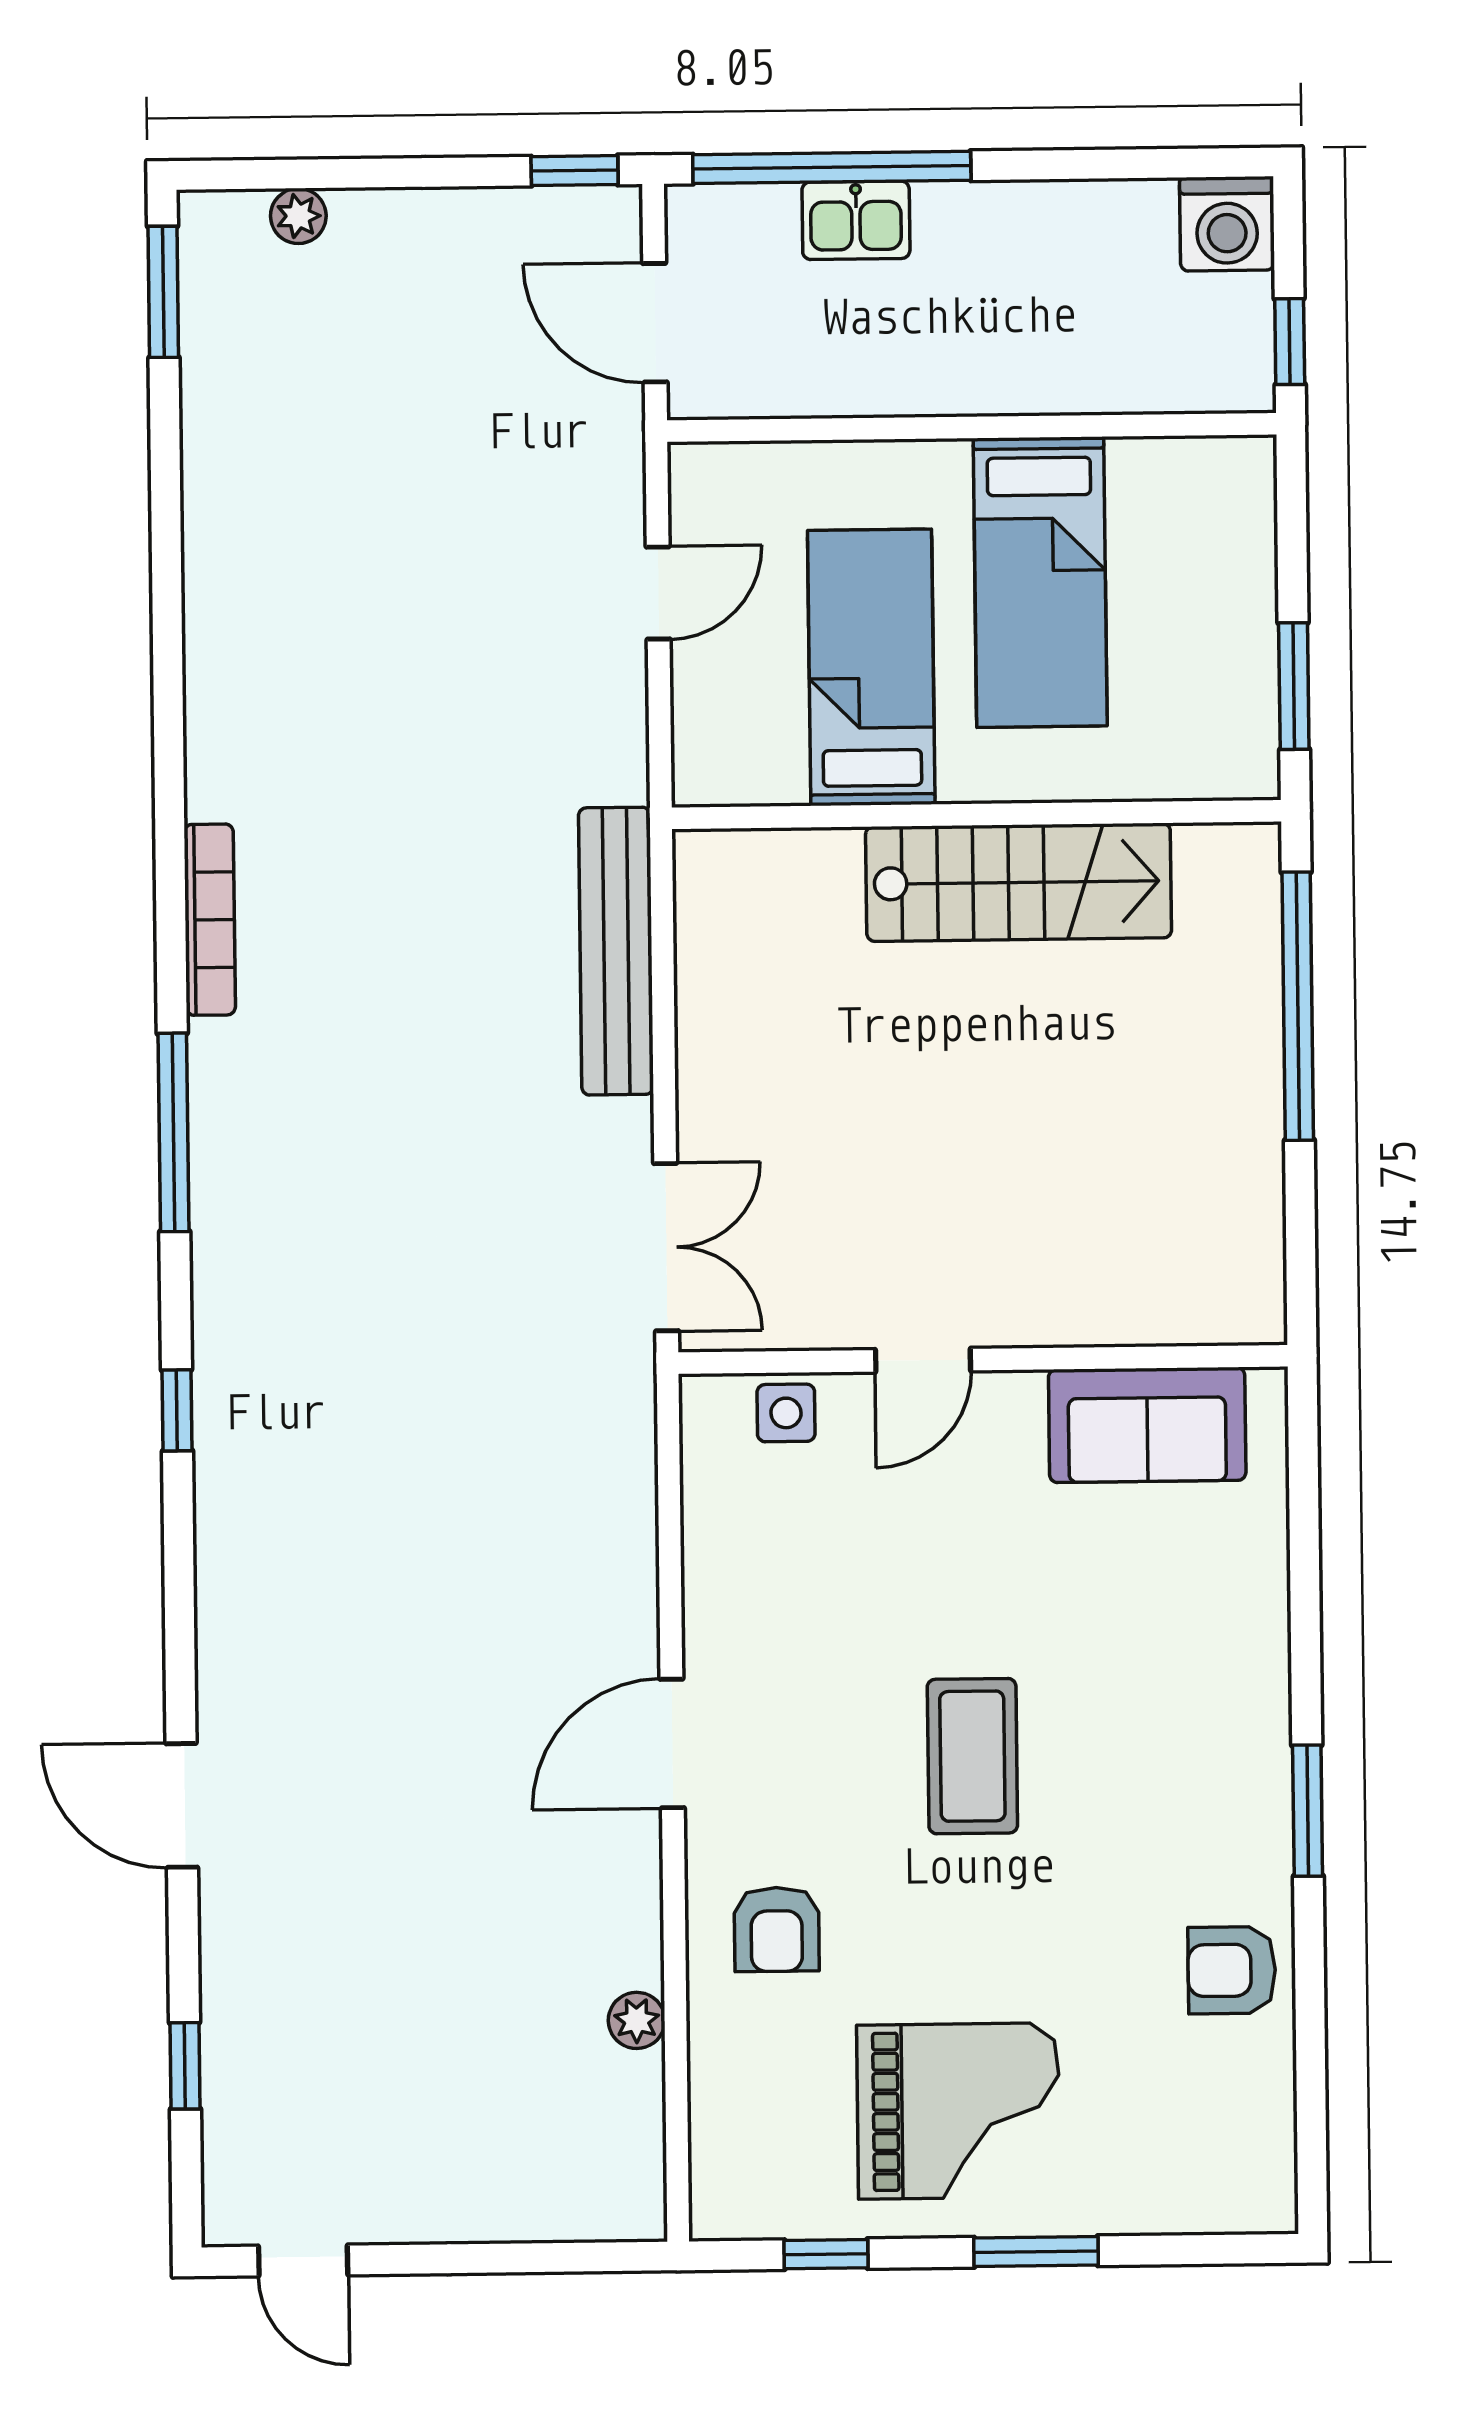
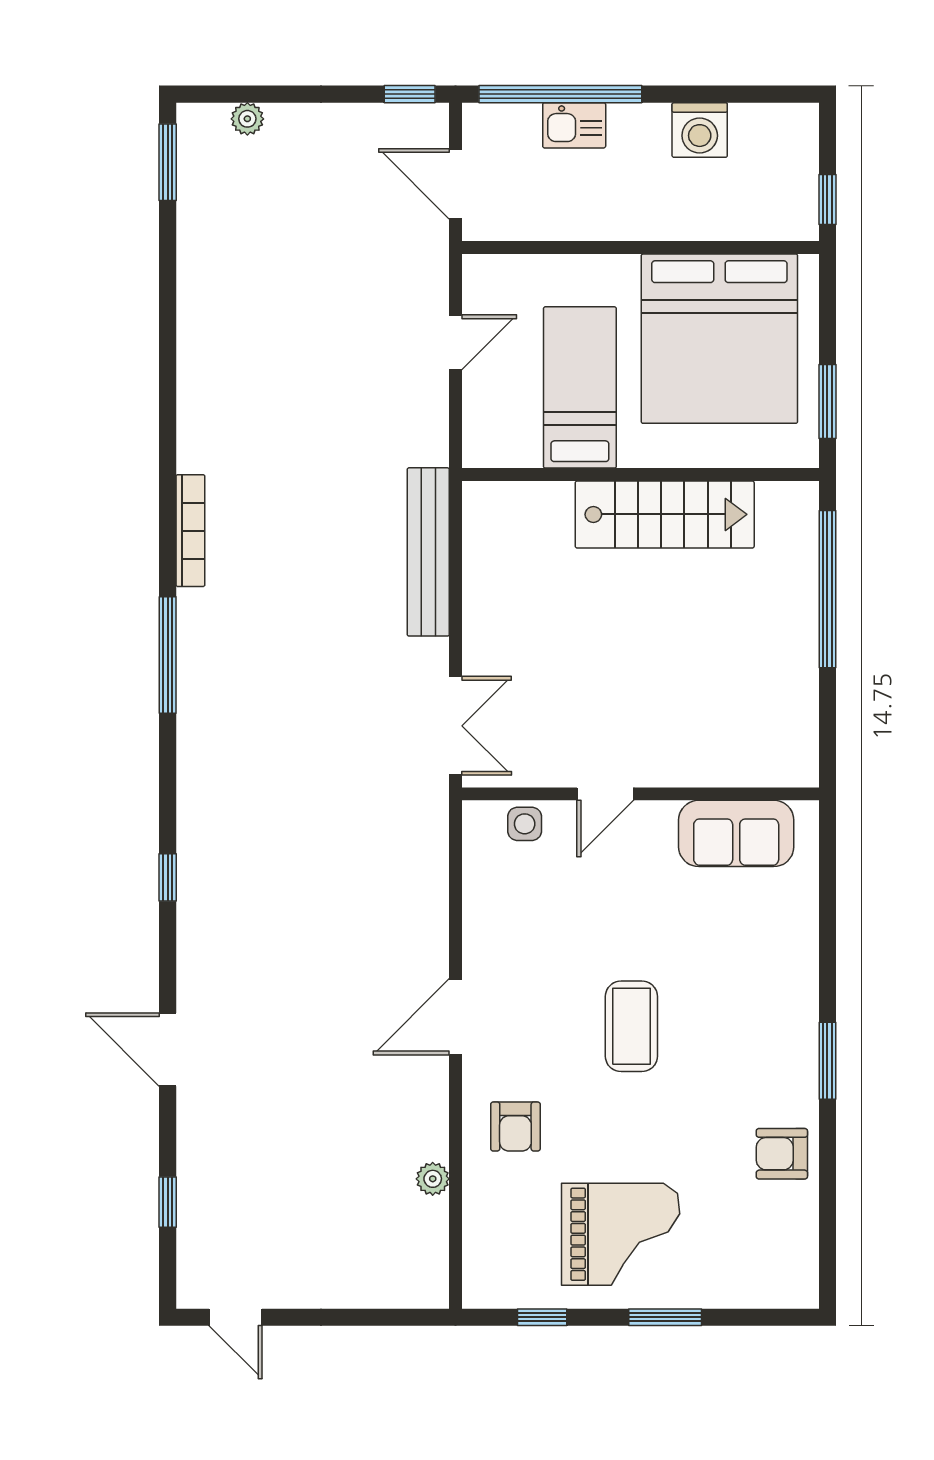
washing machine: (1227, 224) -> (700, 130), moved
bed: (1040, 582) -> (719, 339), width x2.04
window: (177, 1410) -> (168, 877), moved

